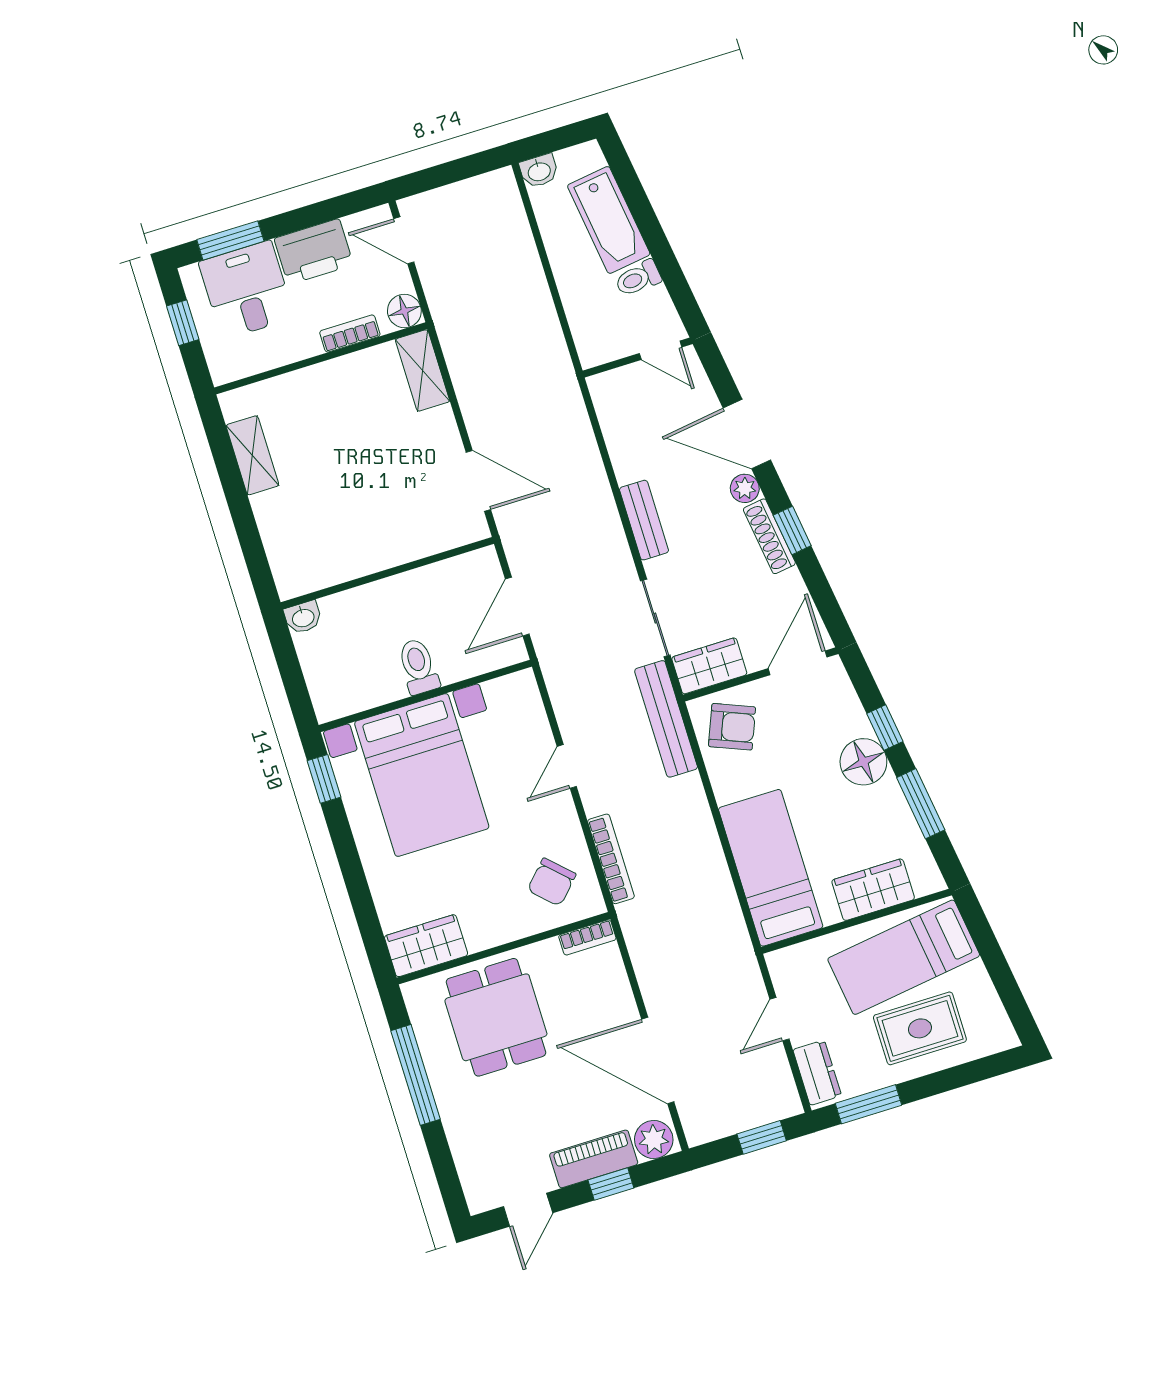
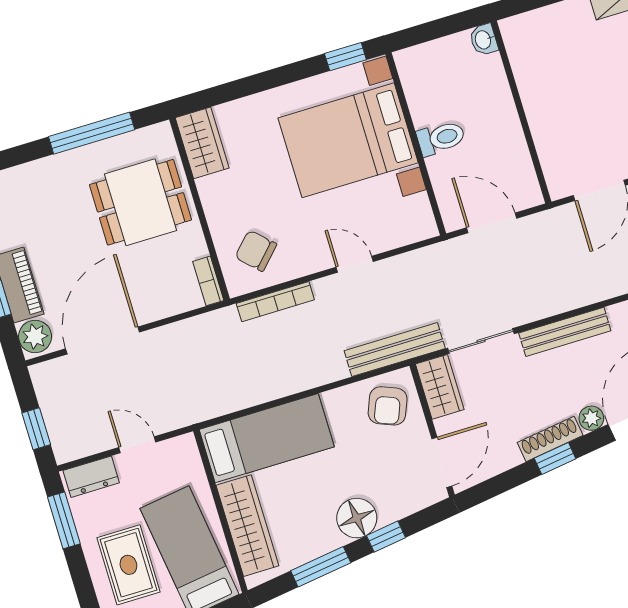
bench: (644, 520) -> (565, 332), width x1.36
door: (798, 663) -> (442, 462), hinge flipped
wardrobe: (873, 890) -> (247, 526), width x1.50

